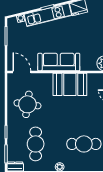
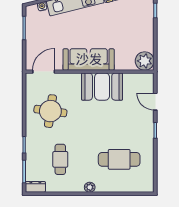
door: (22, 72) -> (44, 72), hinge flipped
cafe table: (36, 144) -> (60, 159), width x0.73, depth x0.74

